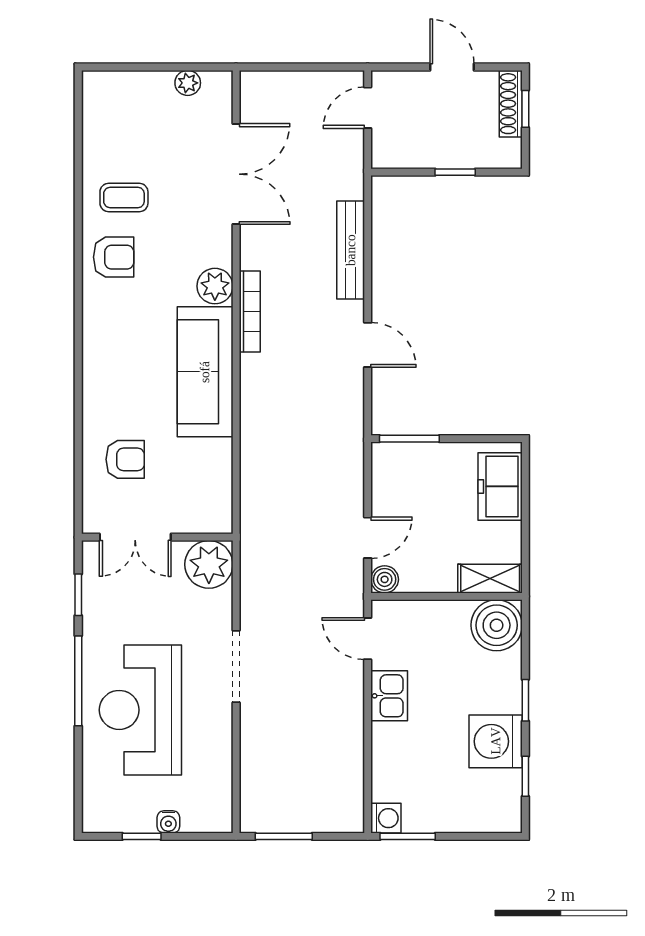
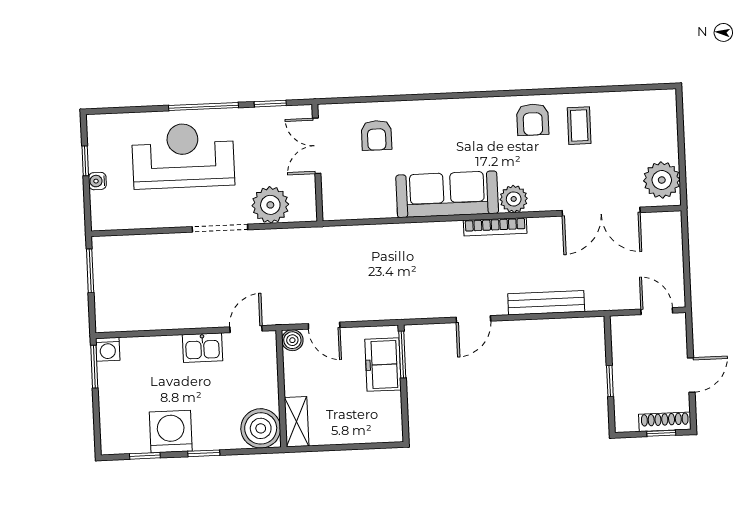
plant: (188, 83) -> (662, 180), width x1.88, depth x1.88
freezer: (500, 486) -> (383, 365), moved, turned -90
plant: (209, 564) -> (270, 205), moved

